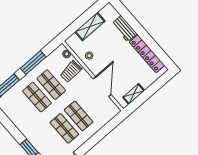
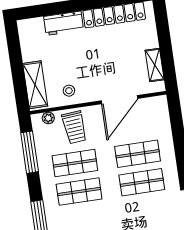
shelving: (90, 27) -> (35, 85), moved
window: (33, 63) -> (30, 152), moved
door: (102, 87) -> (119, 100), swing flipped

